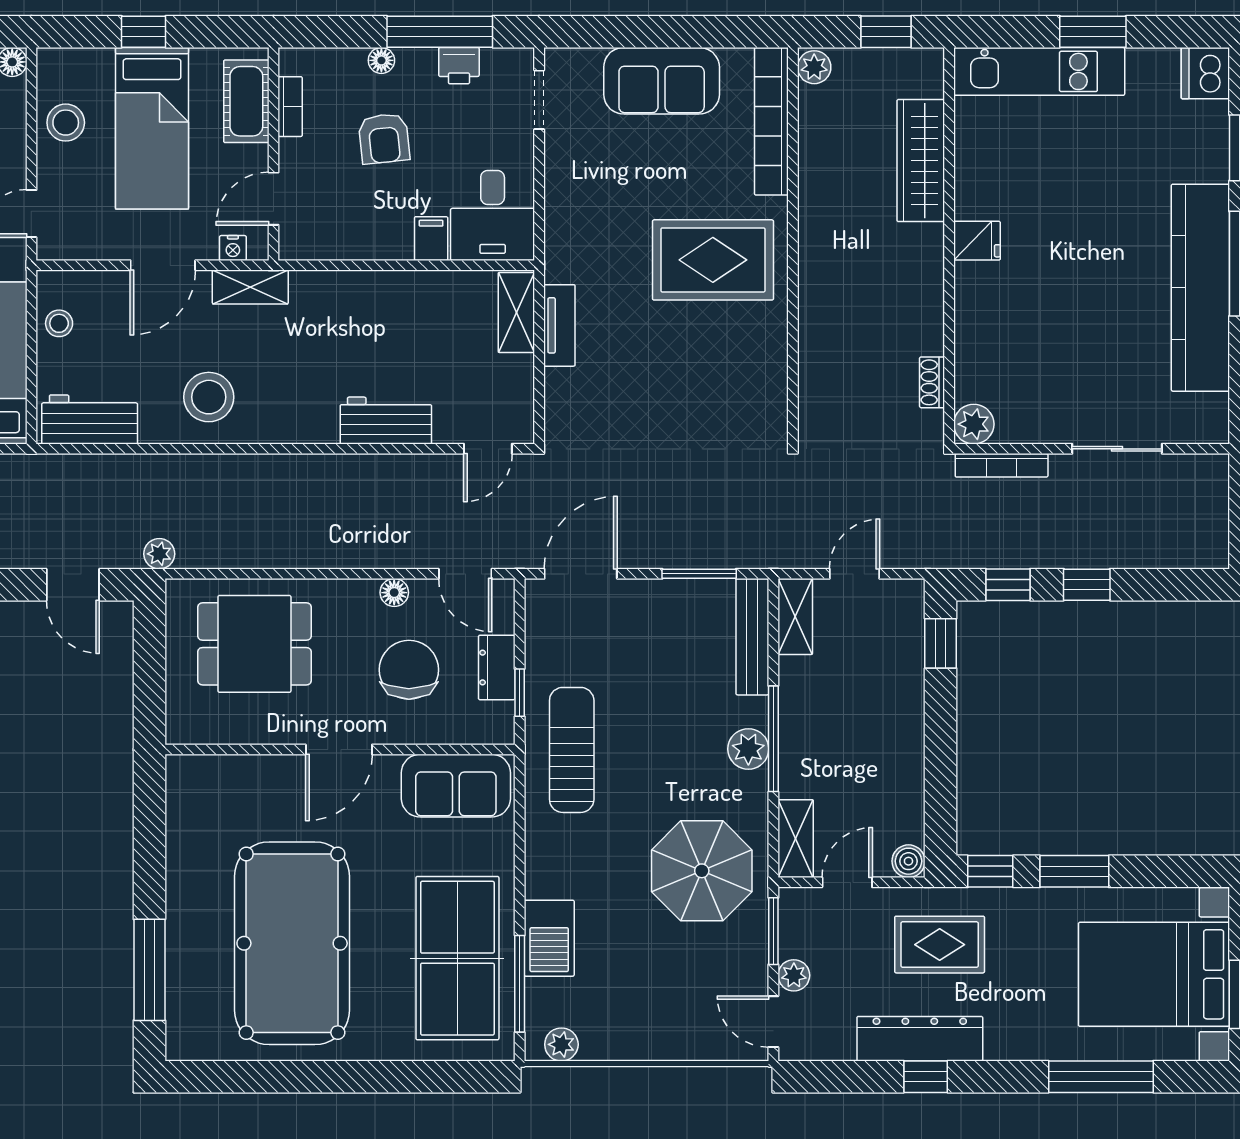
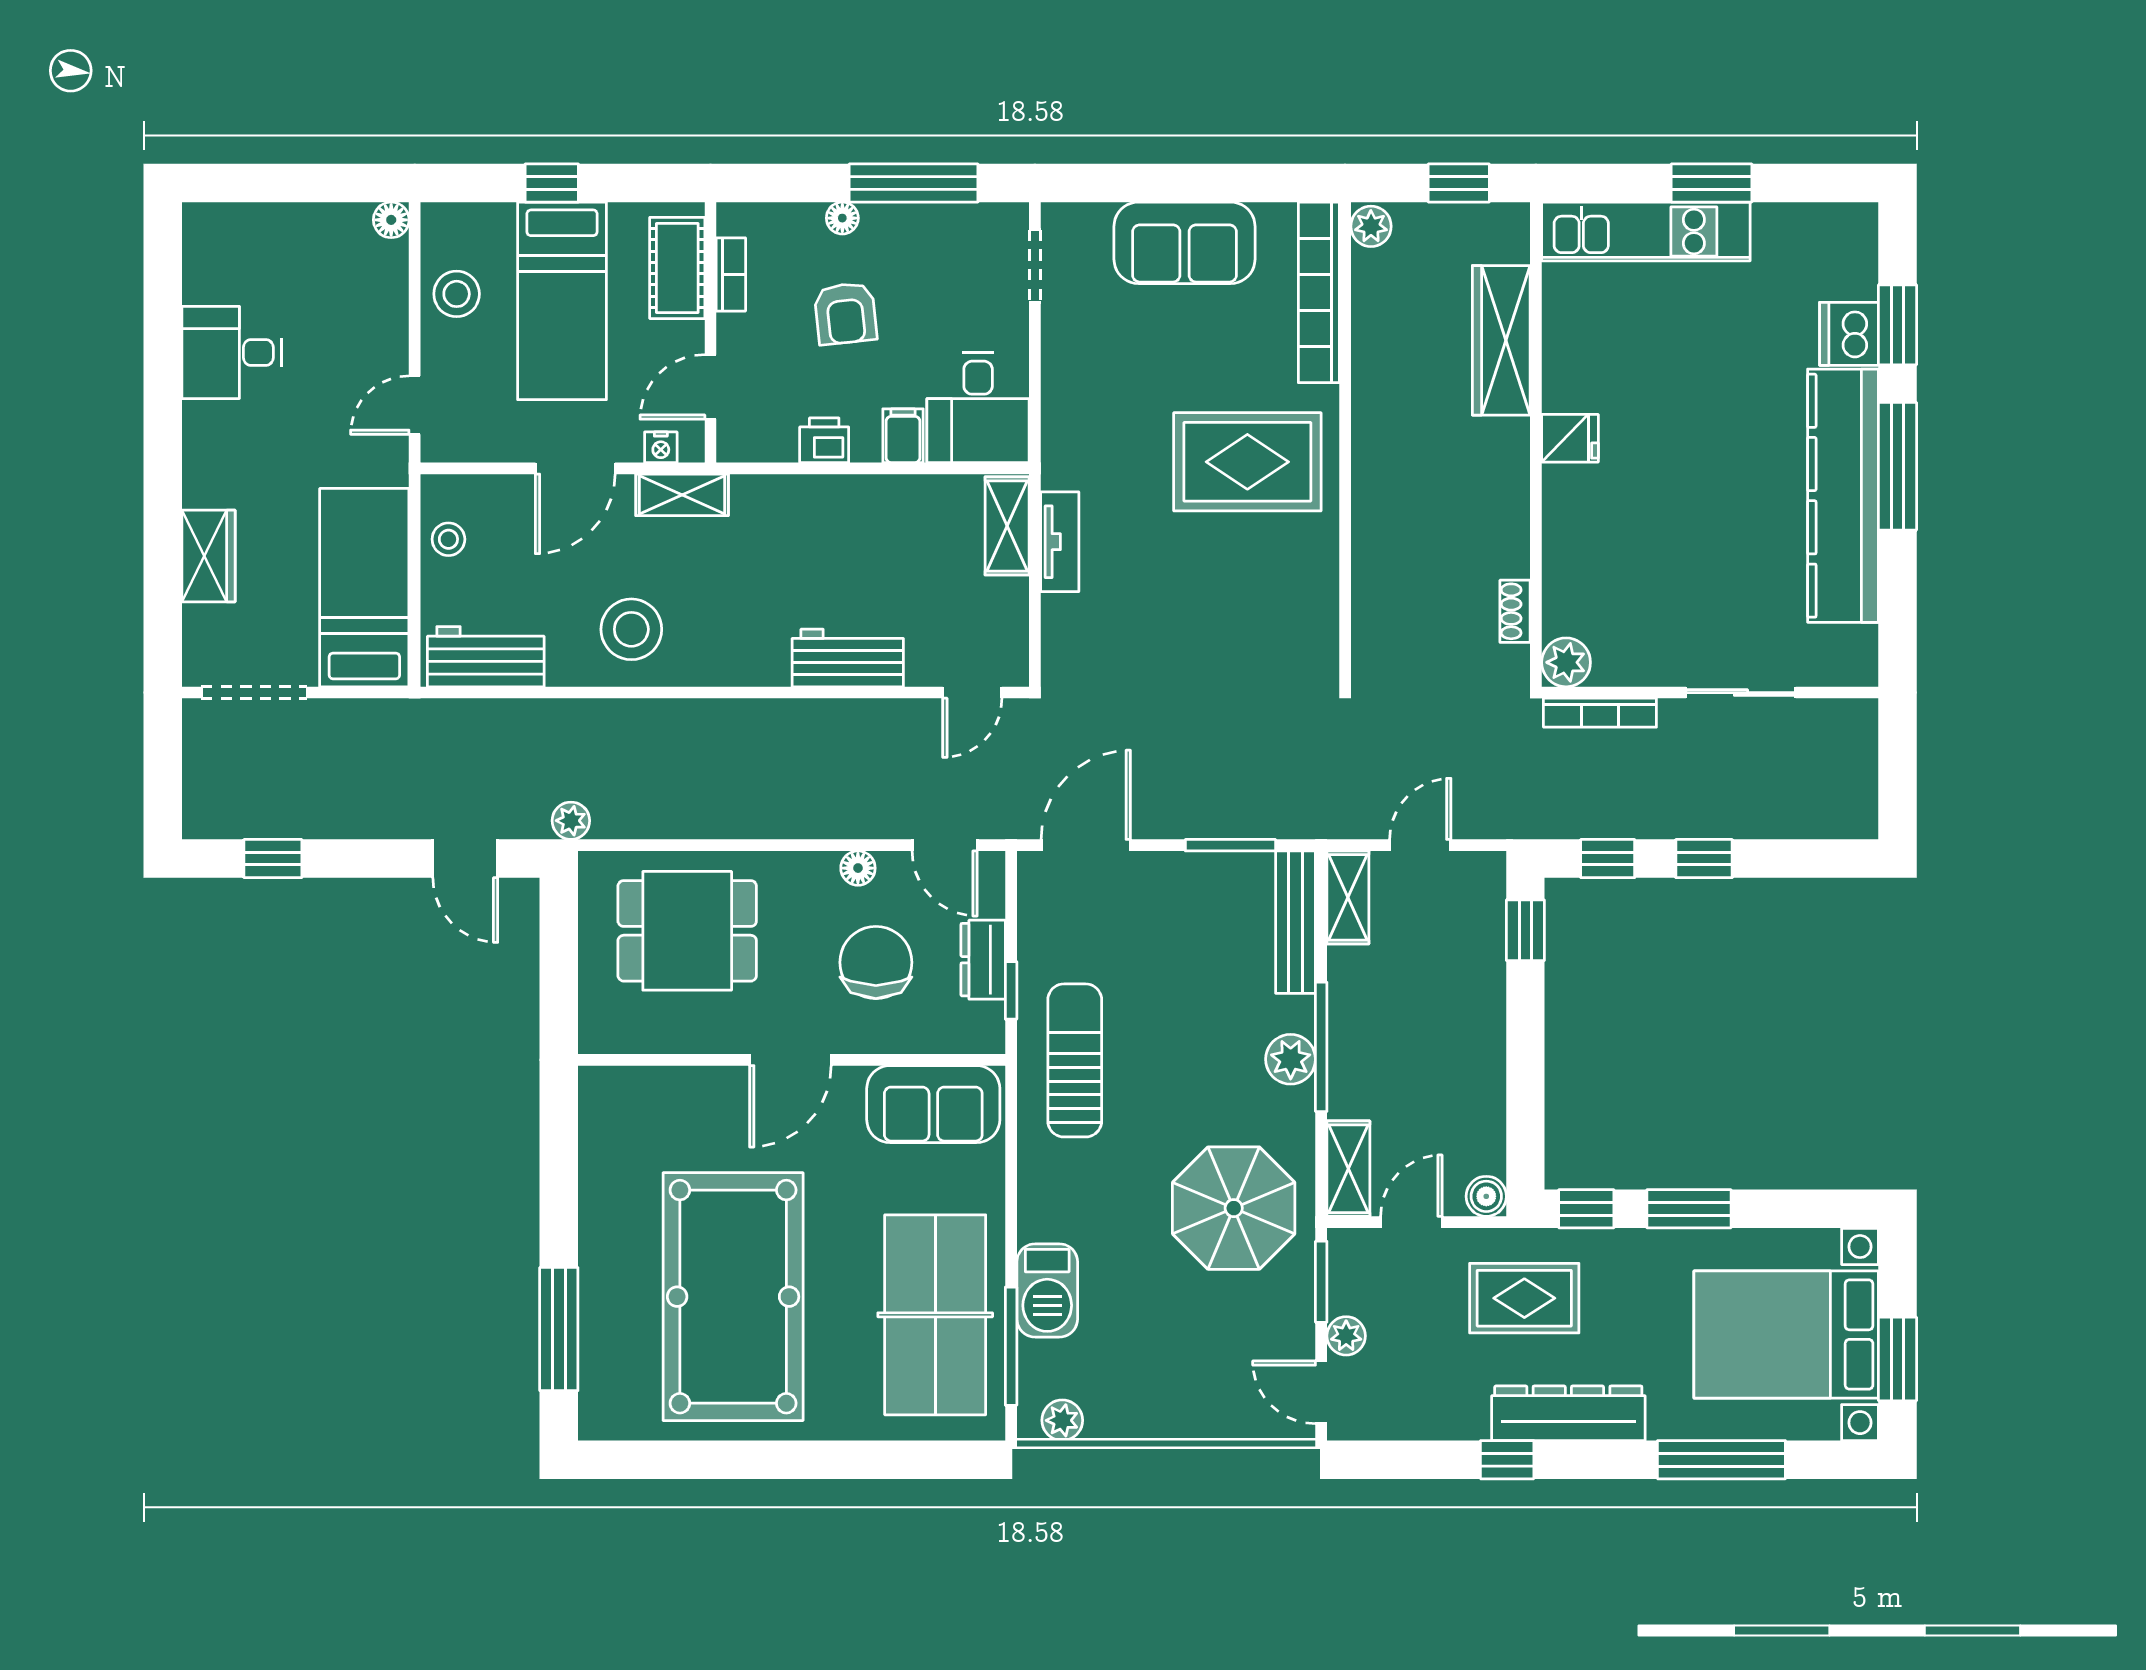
printer: (459, 66) -> (824, 440), moved, turned 180
dishwasher: (1205, 73) -> (1849, 334), moved
dresser: (920, 1039) -> (1568, 1413), moved

